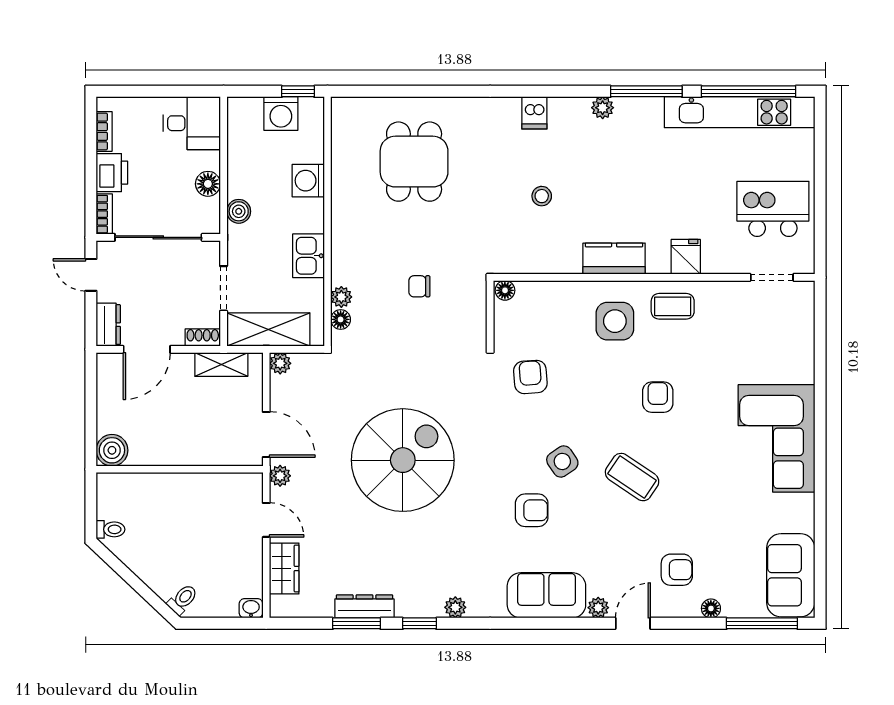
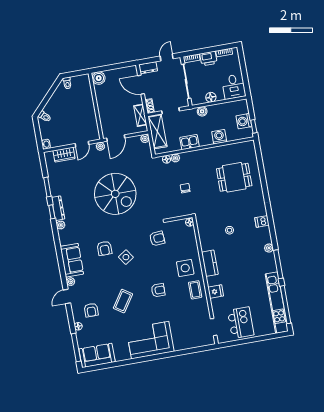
coffee table: (632, 477) -> (123, 301), moved
dresser: (364, 606) -> (58, 208), moved
door: (633, 623) -> (67, 296), swing flipped

